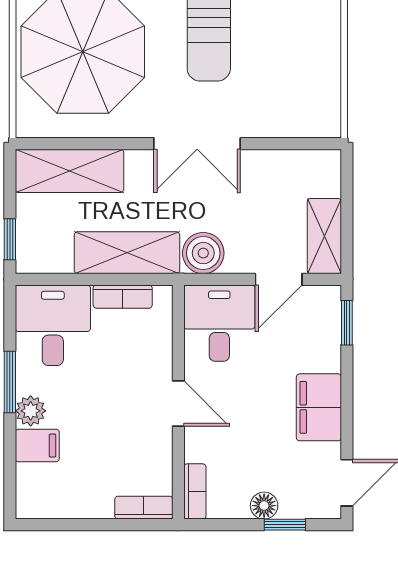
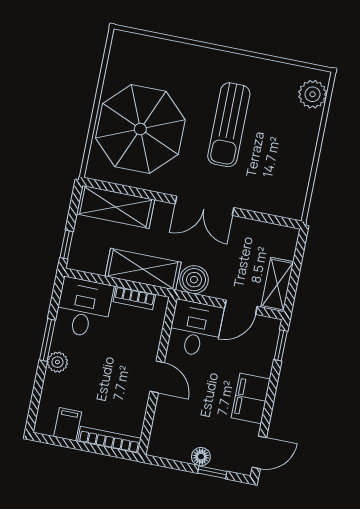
filing cabinet: (37, 445) -> (68, 424), moved, turned -90
bookcase: (195, 491) -> (157, 438), removed
bookcase: (144, 508) -> (109, 440), width x1.56

